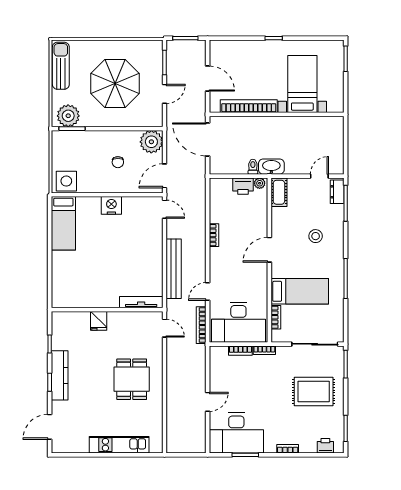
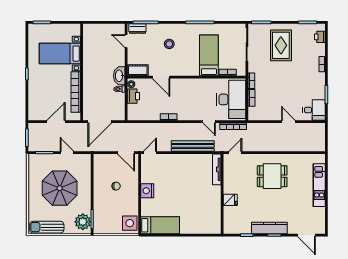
plant: (151, 142) -> (101, 162), removed
door: (269, 250) -> (161, 77), moved
desk: (236, 433) -> (314, 110), width x0.53, depth x0.77

